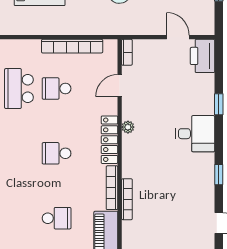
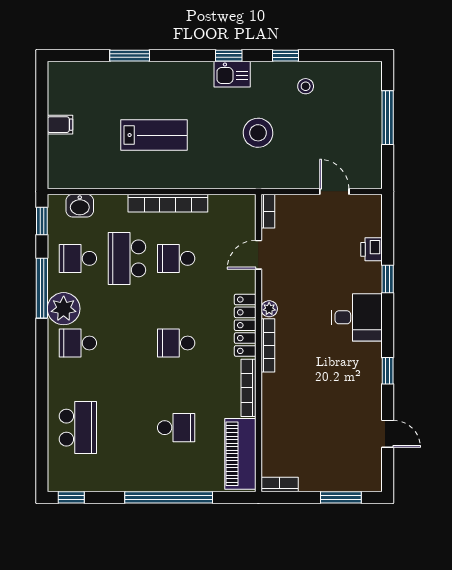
bookcase: (72, 46) -> (168, 203), moved
printer: (203, 56) -> (372, 249), moved, width x0.53, depth x0.68
bookcase: (127, 199) -> (268, 345), moved

